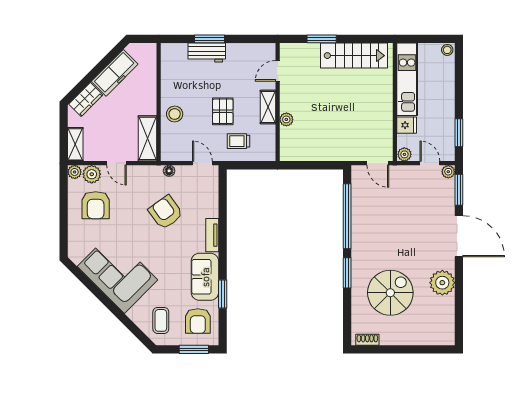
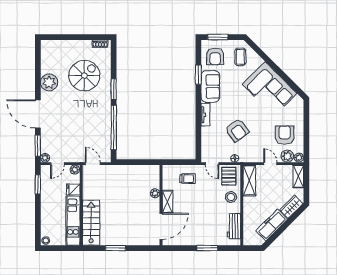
window: (322, 39) -> (116, 248), moved
workbench: (207, 53) -> (234, 226), moved, turned -90
stairs: (354, 56) -> (91, 223), moved, turned 90
door: (278, 71) -> (161, 226), width x1.88
pallet: (223, 111) -> (229, 176), moved
door: (430, 163) -> (57, 164), hinge flipped
spiral stairs: (390, 293) -> (84, 76), turned 180
armchair: (198, 321) -> (215, 56), turned 180

